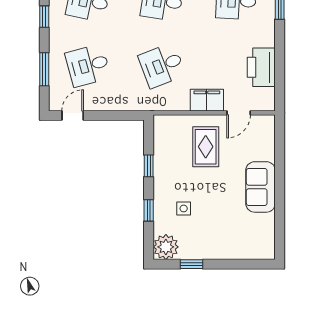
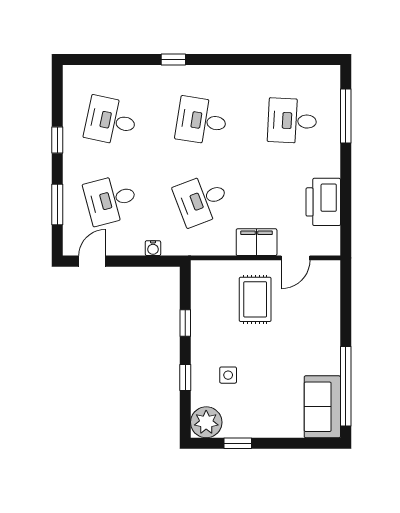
water cooler: (122, 105) -> (153, 248), added
sofa: (261, 187) -> (322, 407), moved
window: (280, 218) -> (346, 386), added

